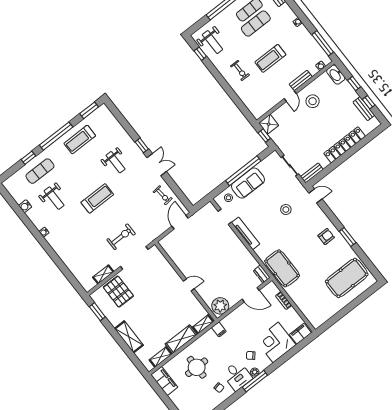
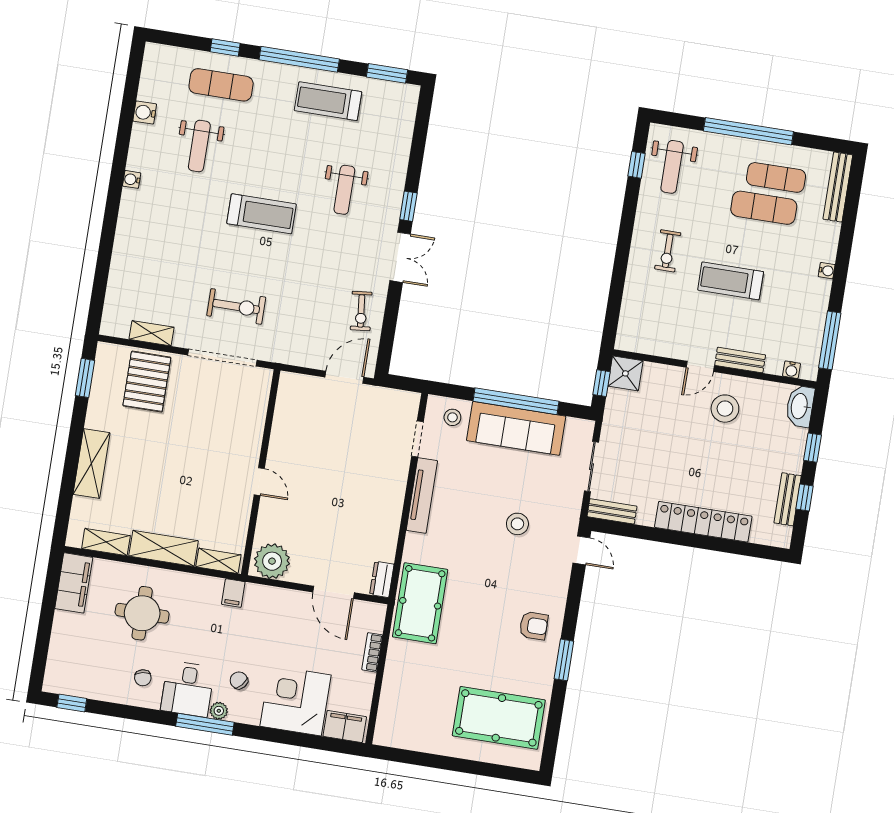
sofa: (248, 183) -> (516, 428), width x1.36

